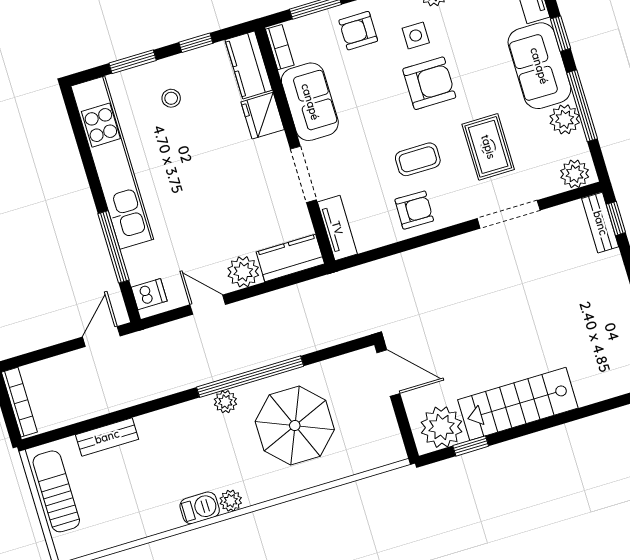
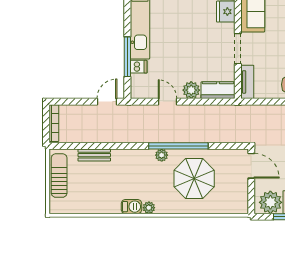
dishwasher: (149, 294) -> (139, 67), moved

